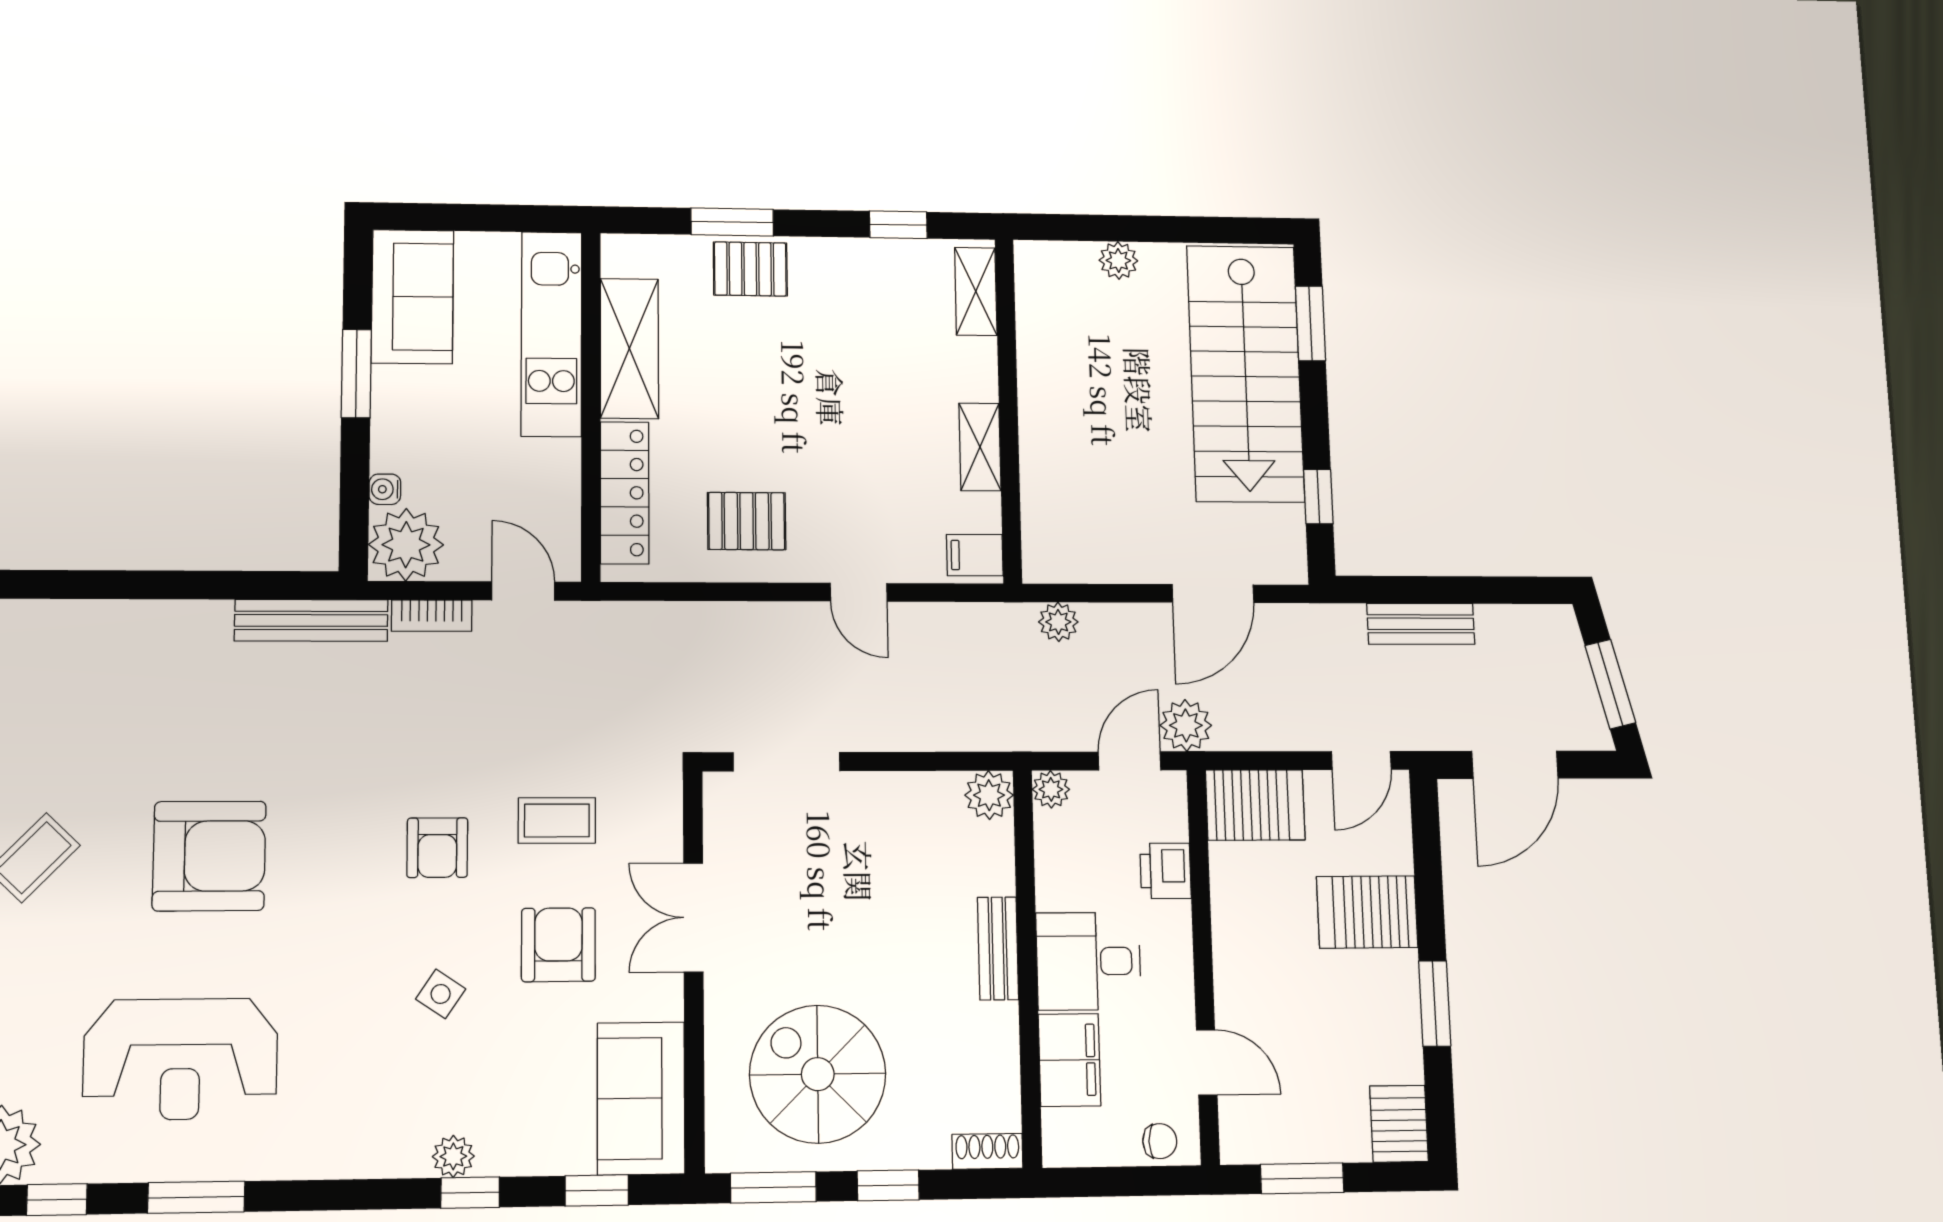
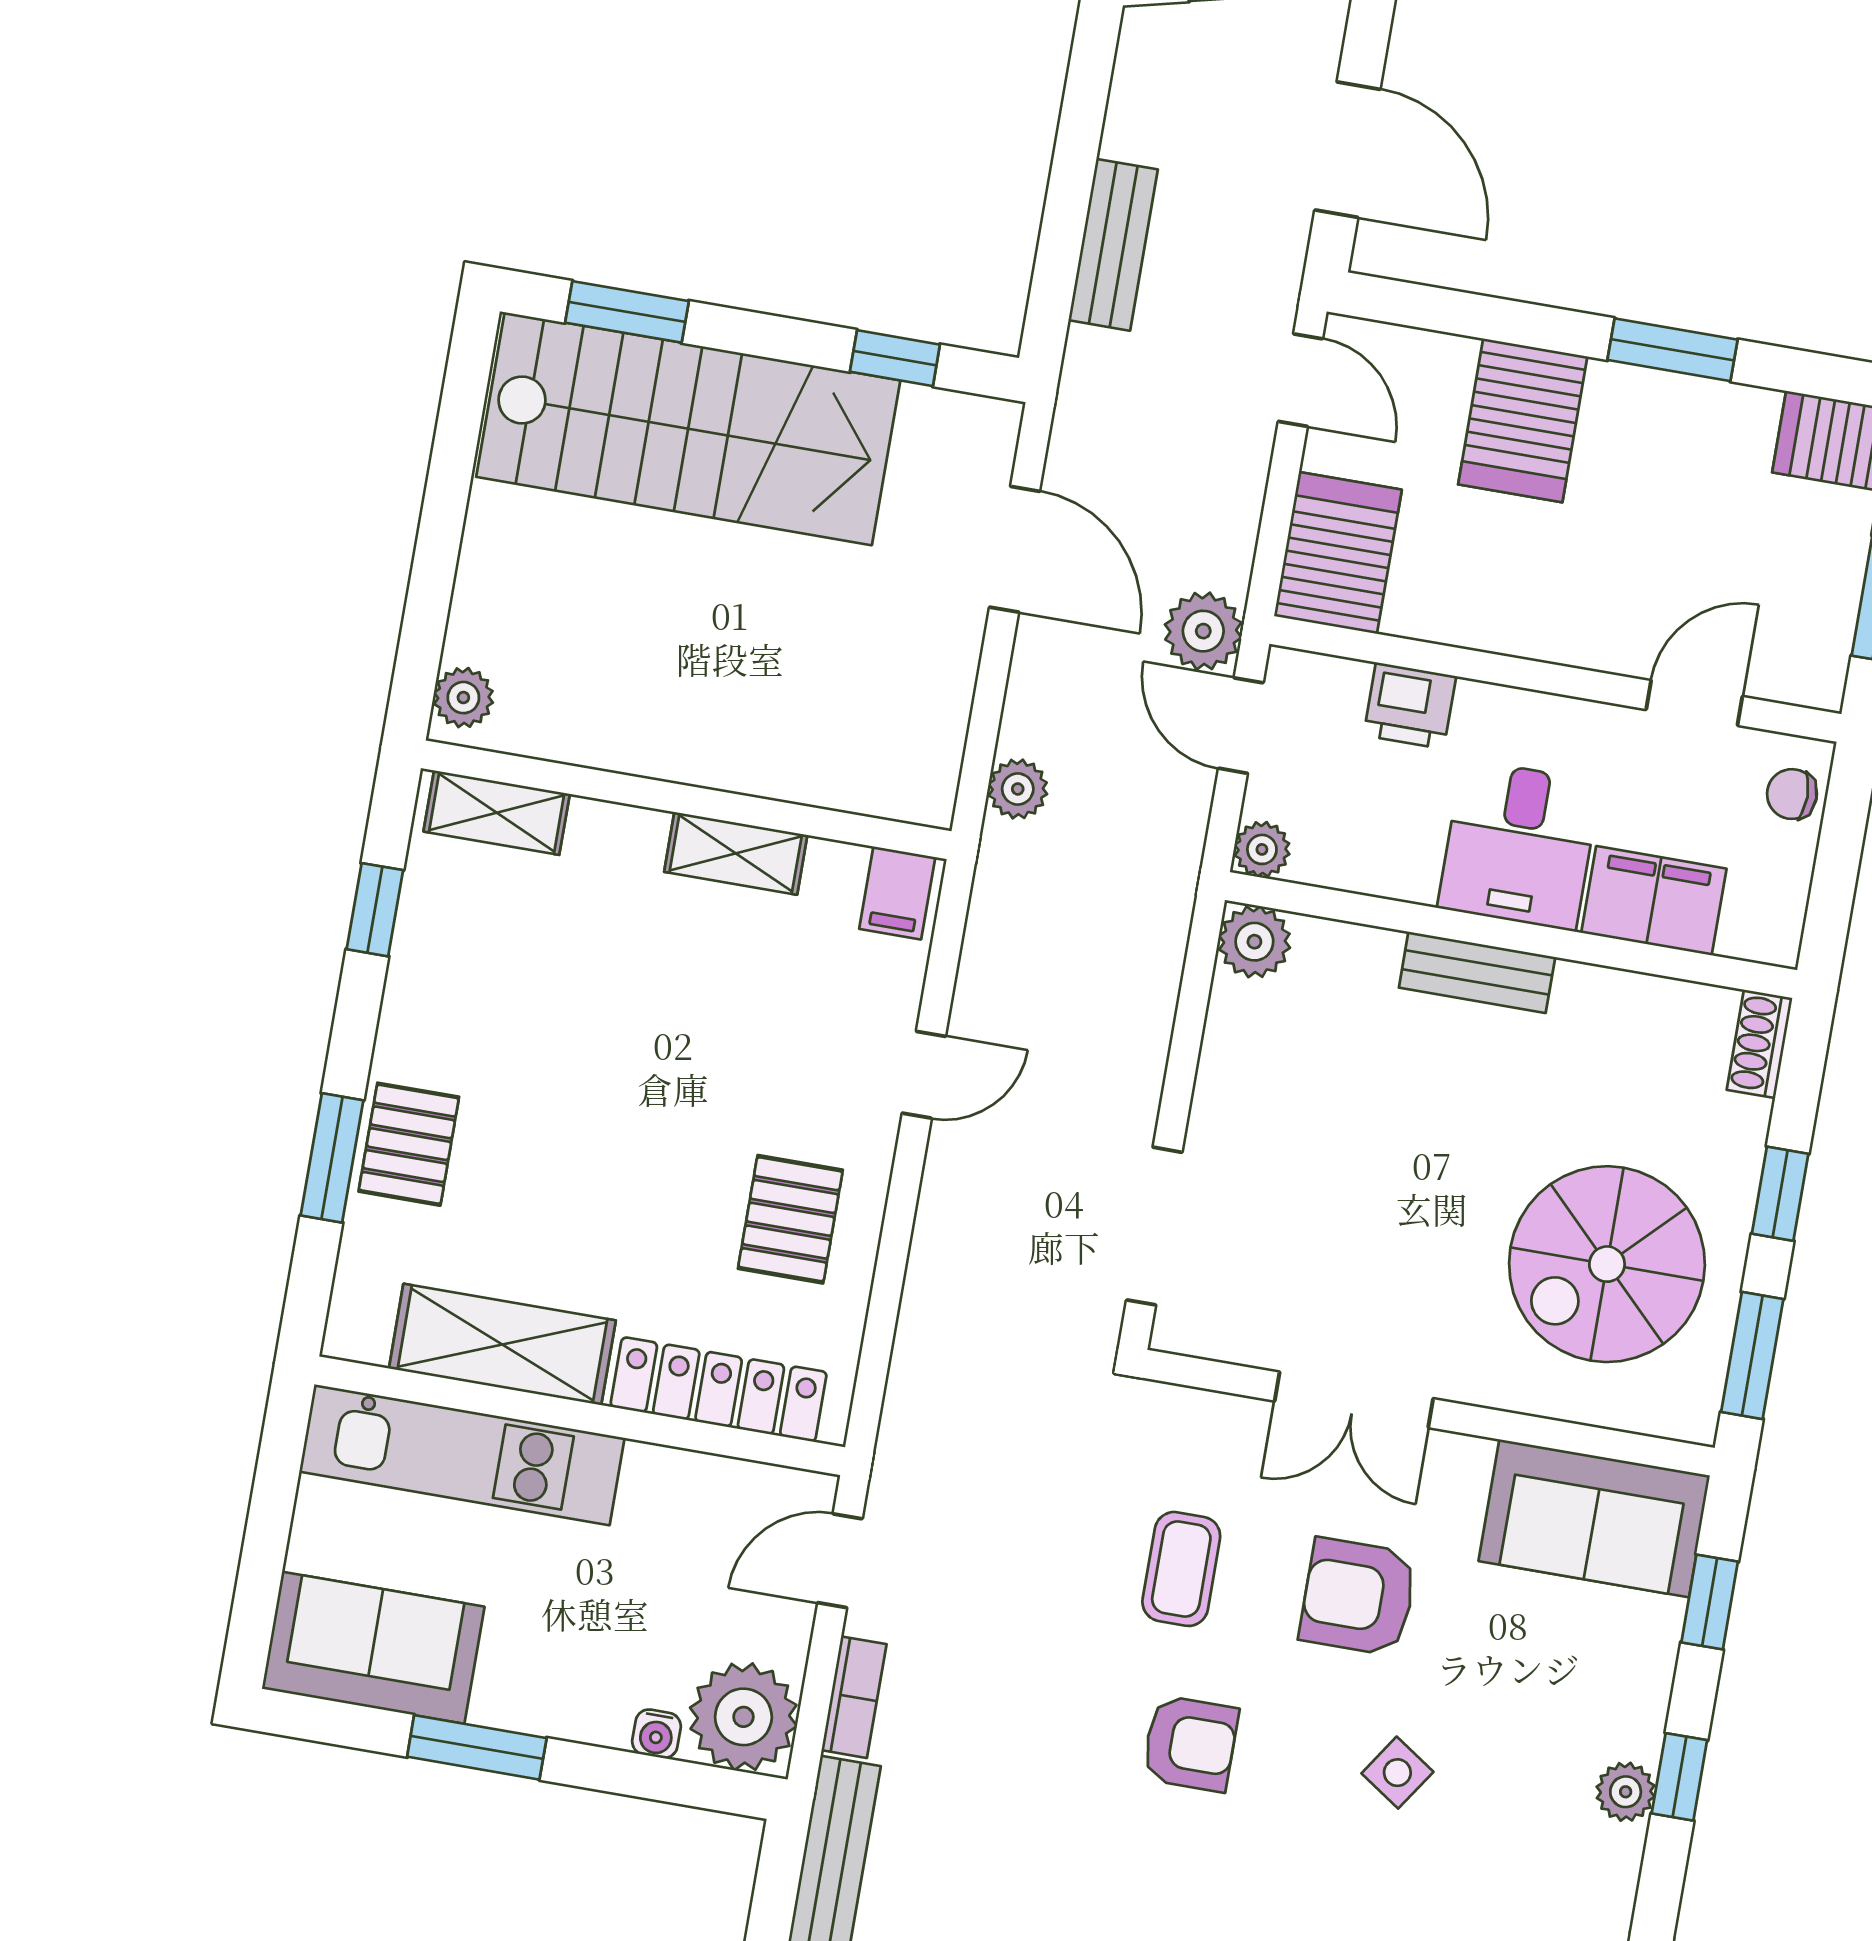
plant: (1118, 260) -> (463, 698), moved
chair: (1160, 1141) -> (1792, 794), turned -90

